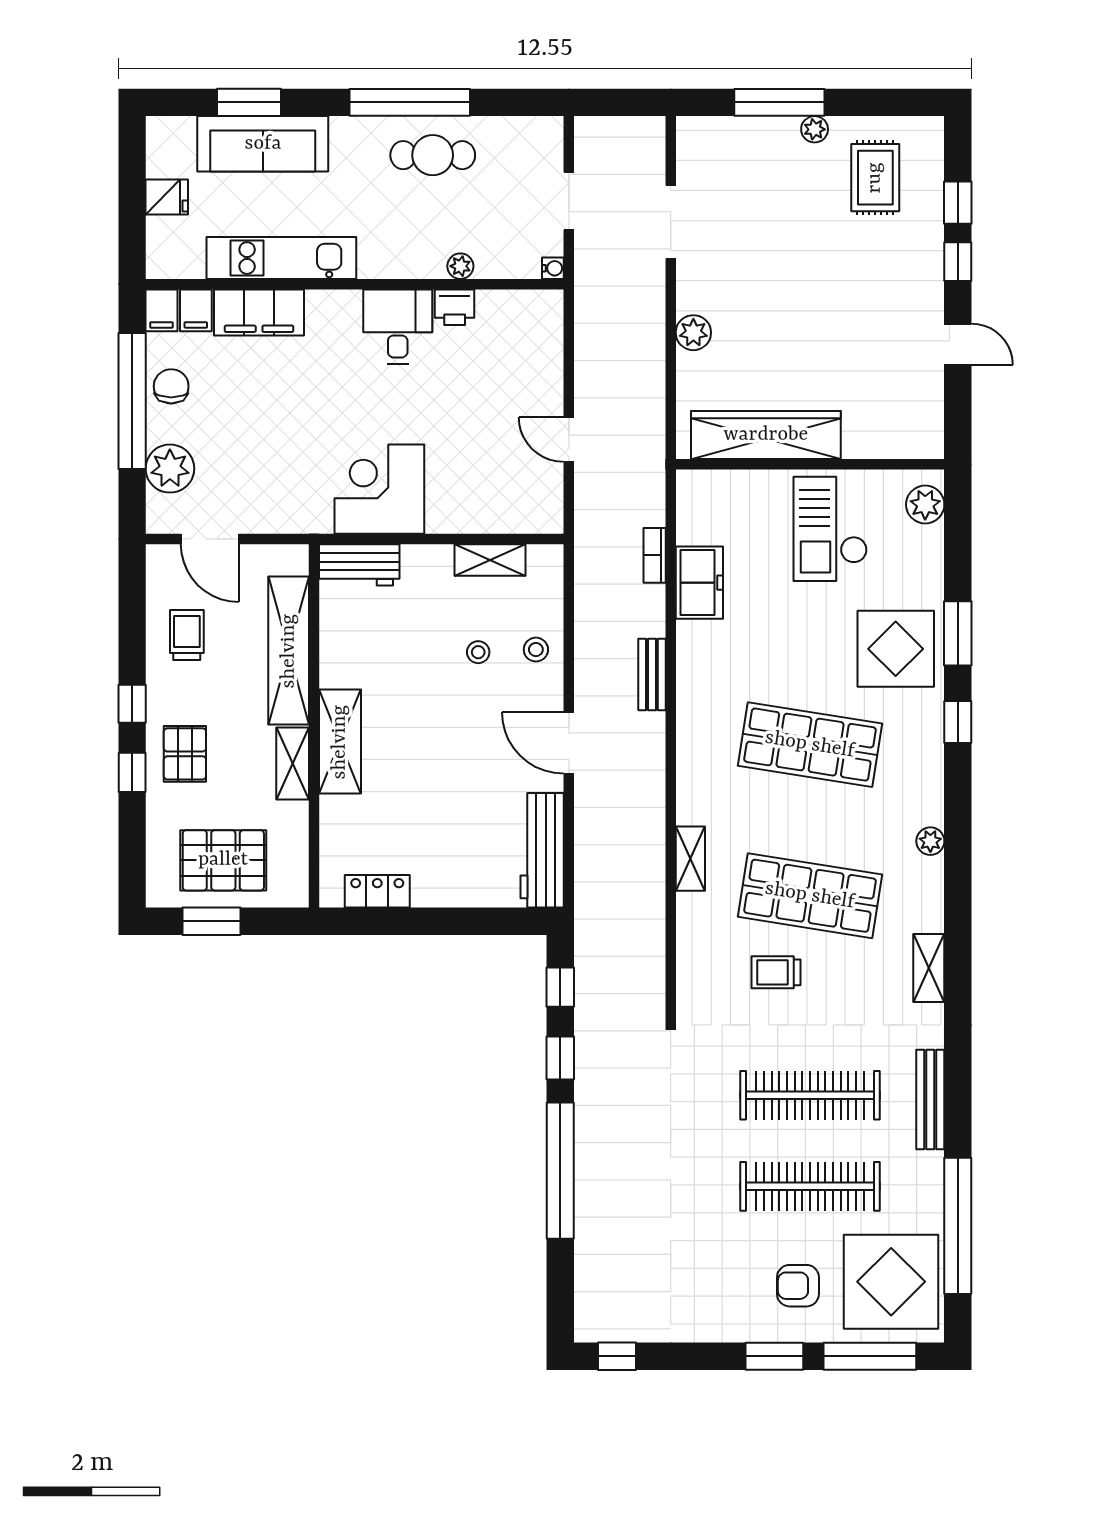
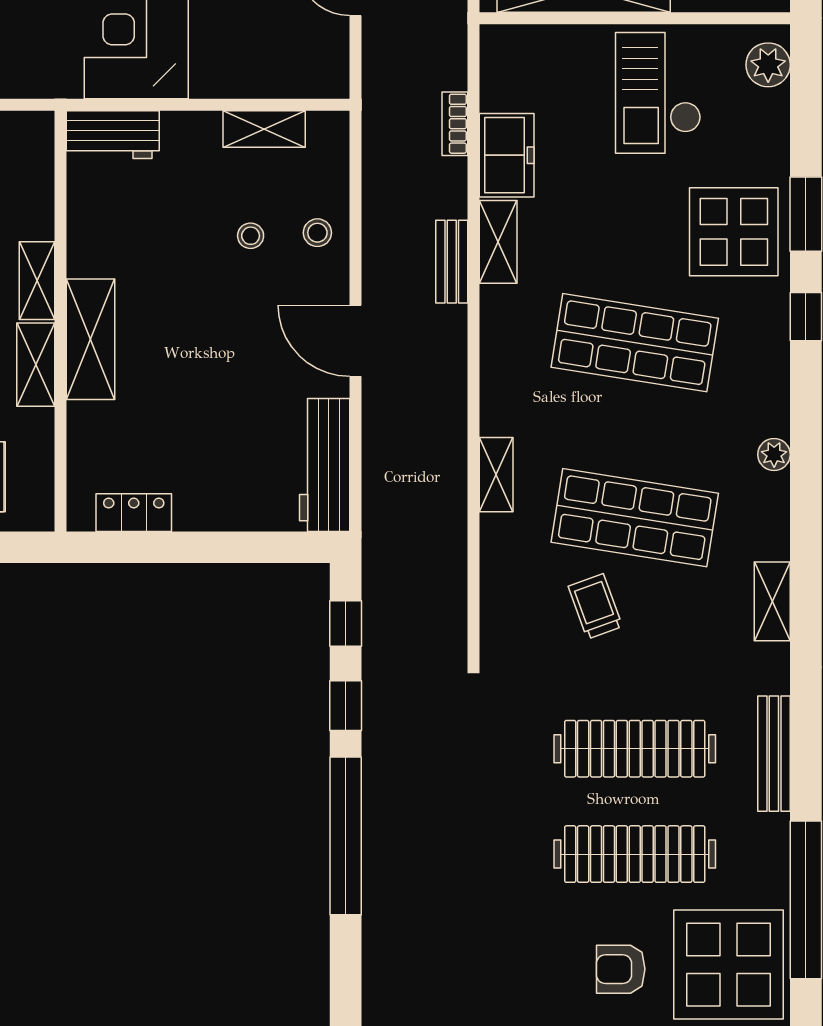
shelving: (289, 651) -> (37, 281), width x0.45, depth x0.75
shelving: (692, 657) -> (498, 242), added
trolley: (776, 972) -> (595, 606), turned 70

